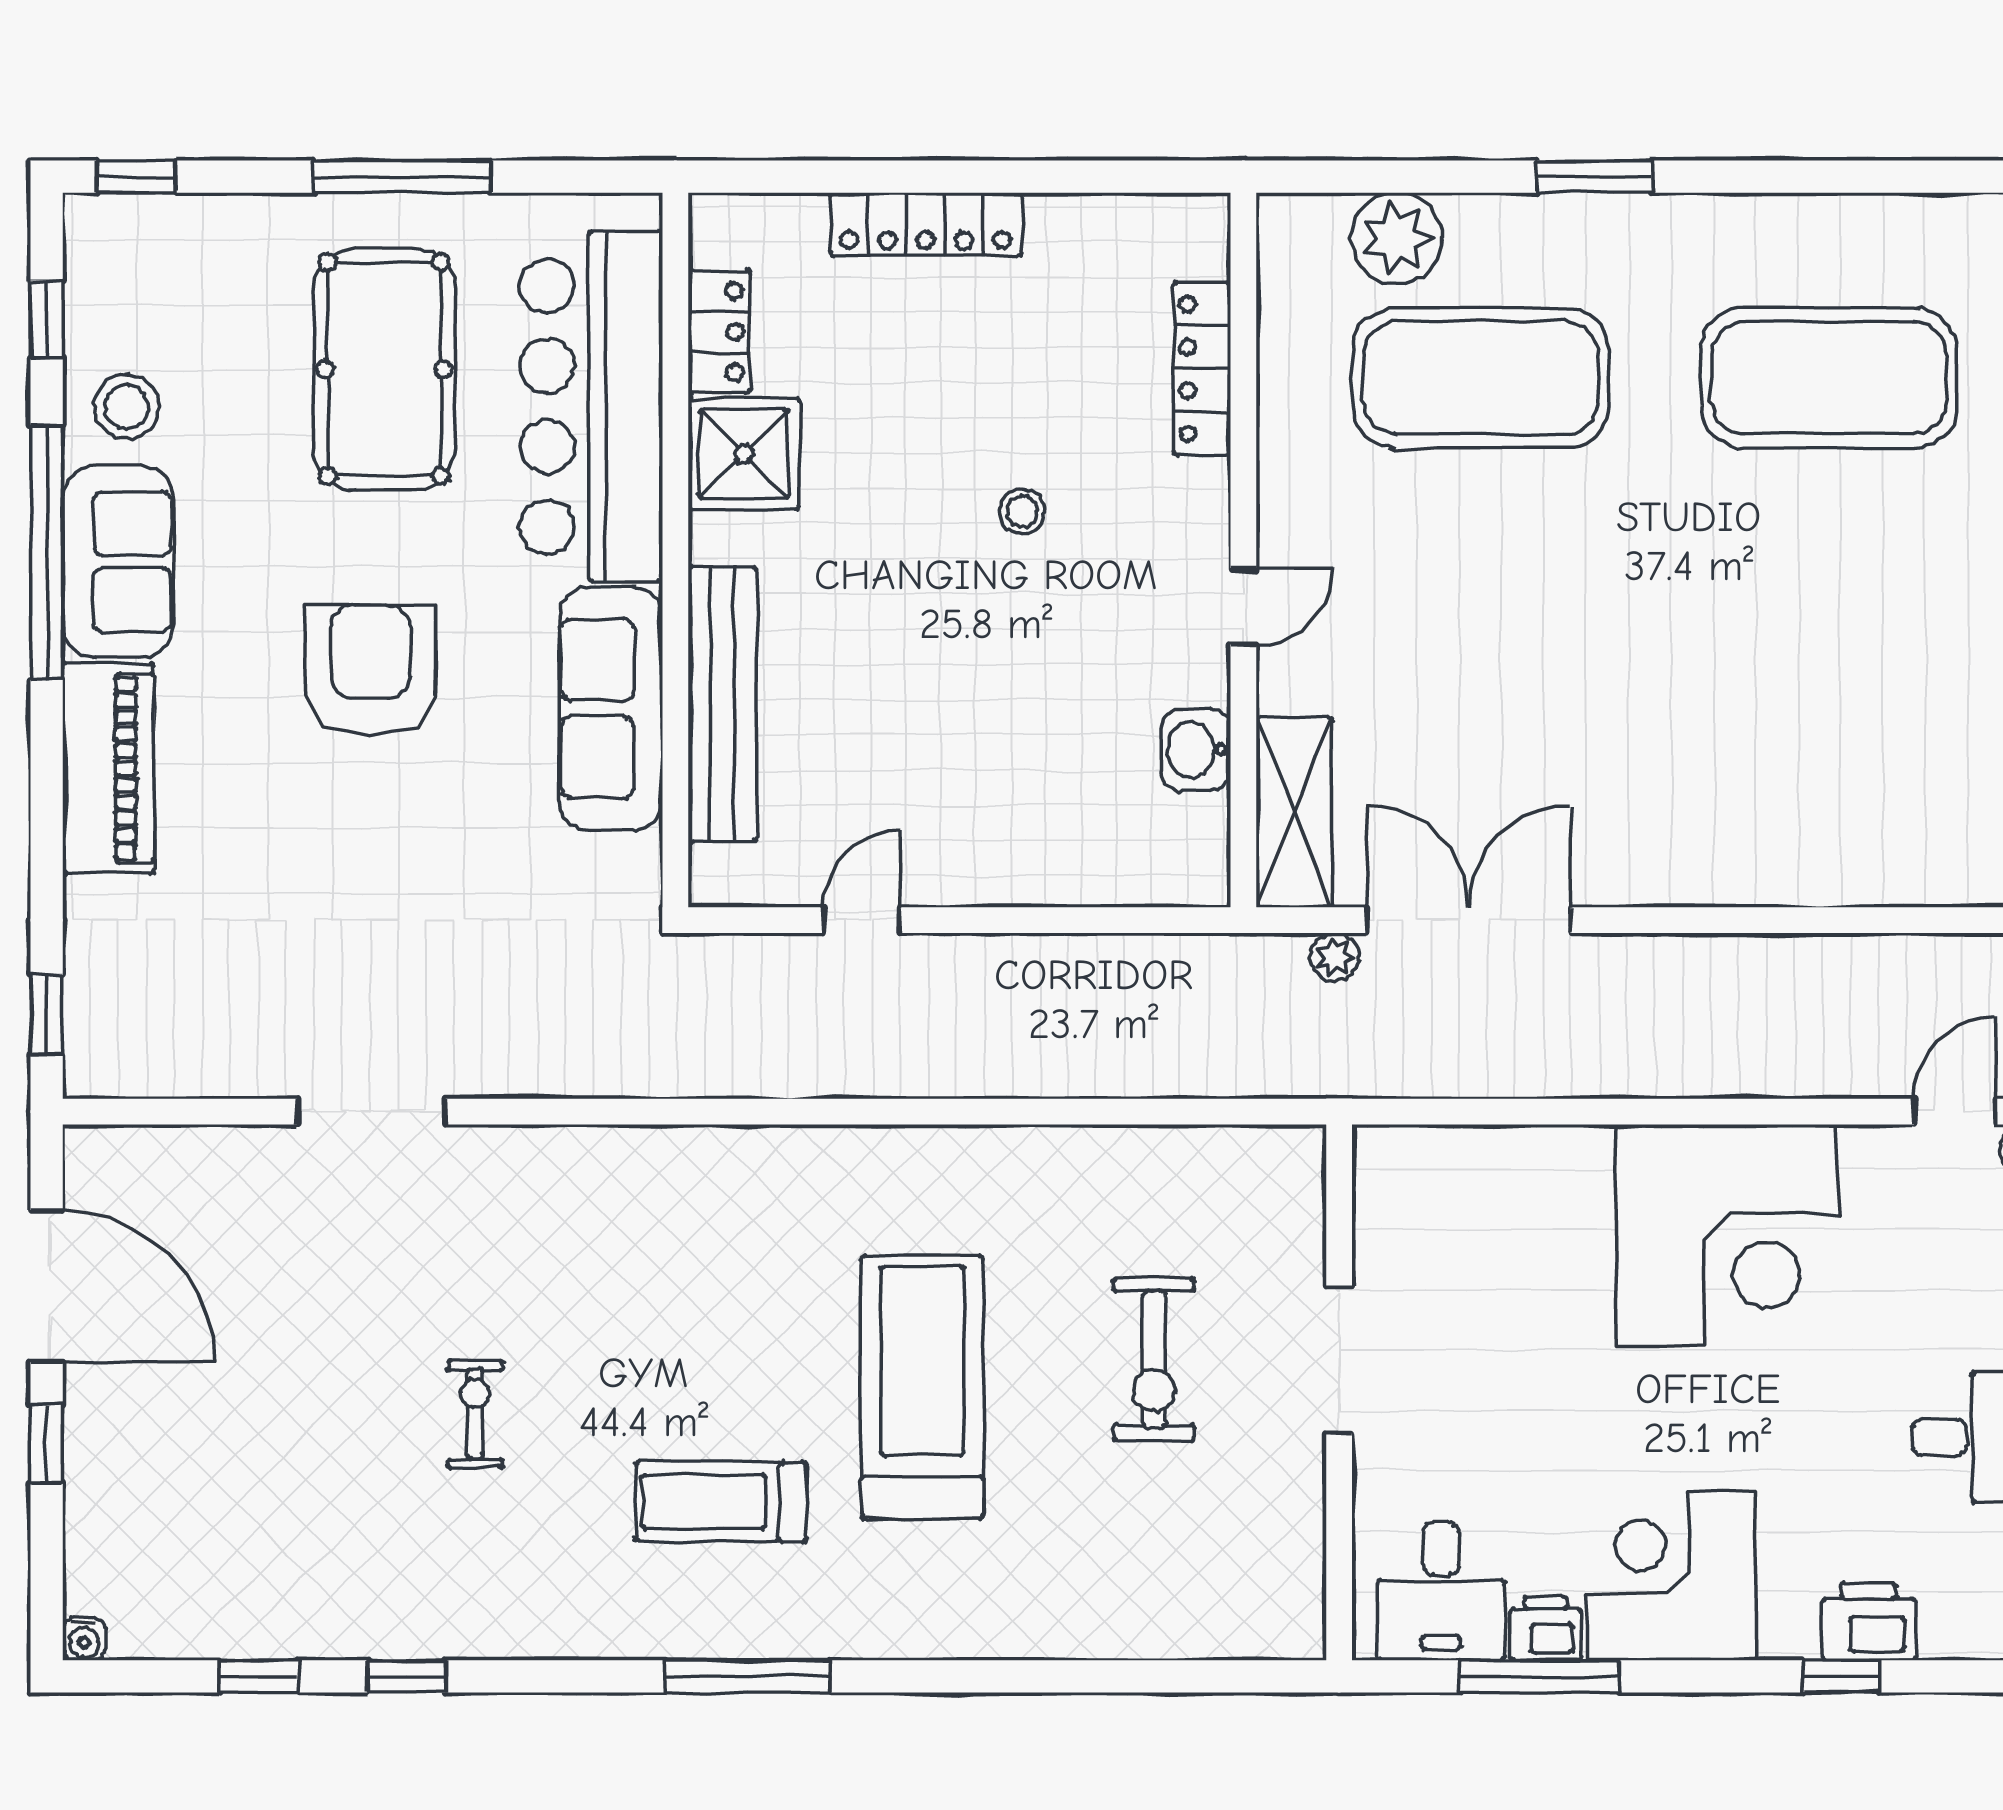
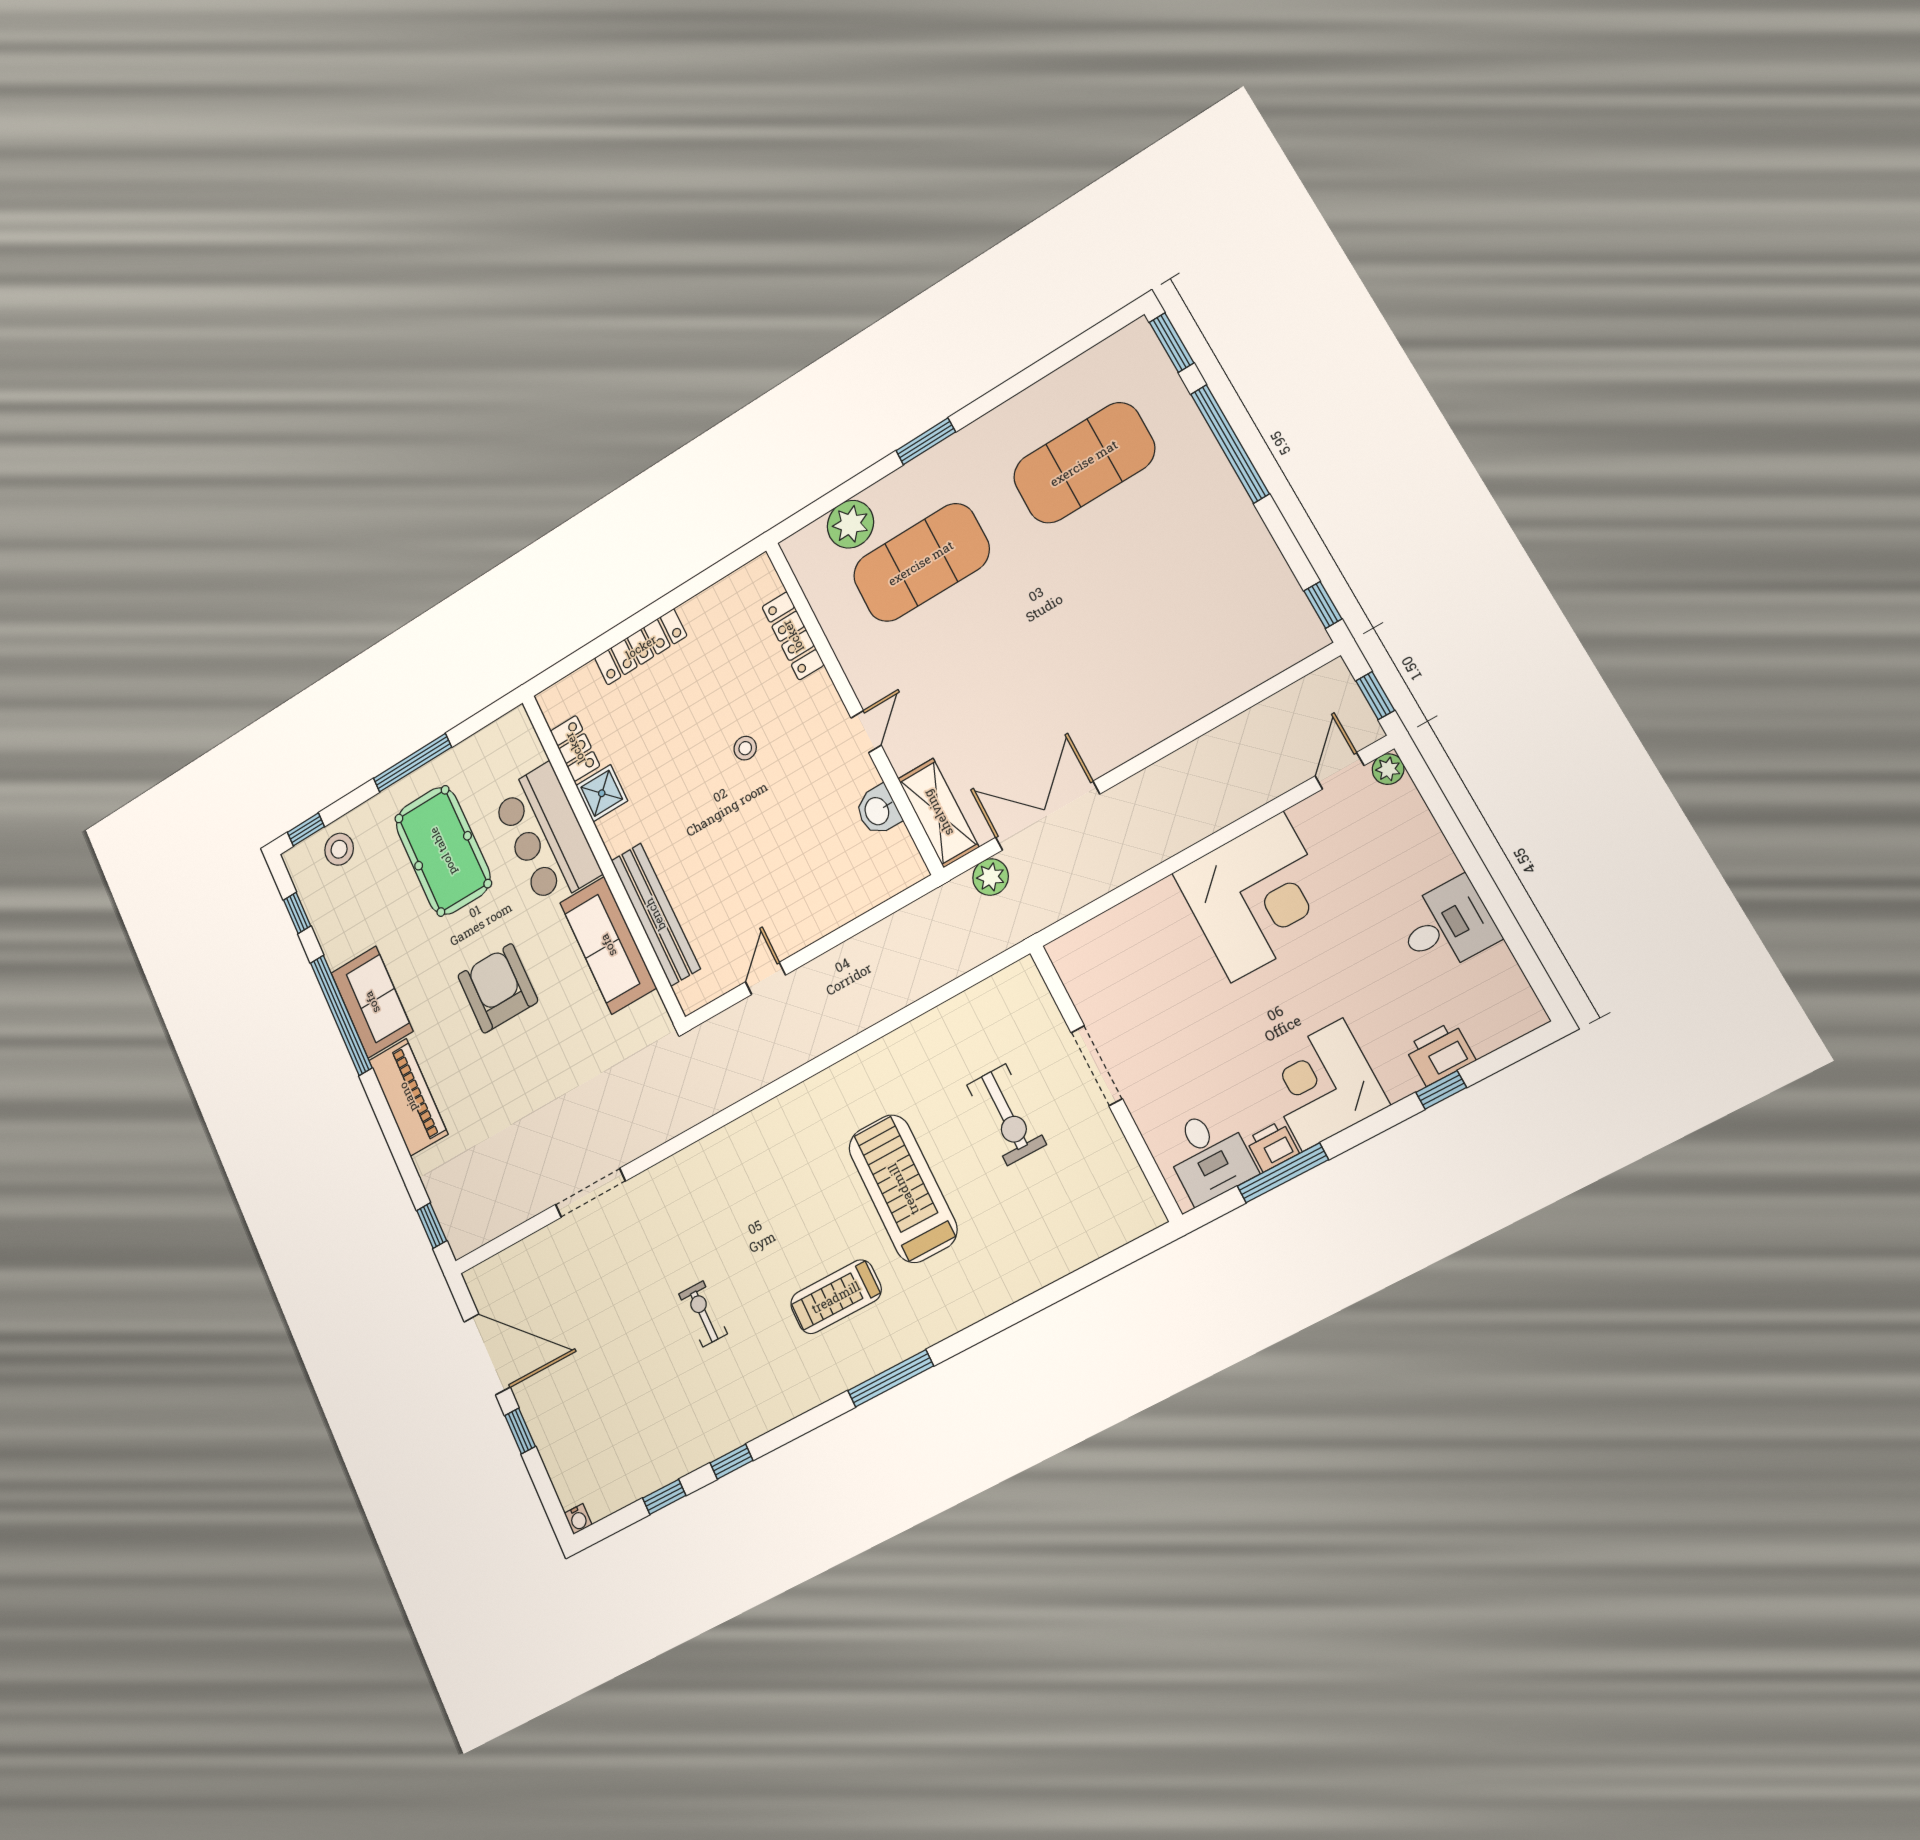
bar counter: (591, 406) -> (546, 835), width x0.73
stool: (126, 407) -> (339, 849), moved
shower: (744, 454) -> (602, 793), width x0.73, depth x0.73
plant: (1334, 957) -> (991, 877), width x1.38, depth x1.38

